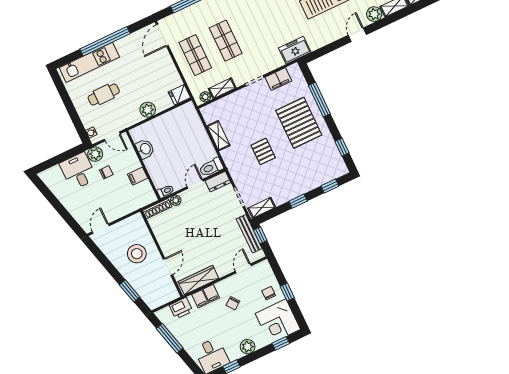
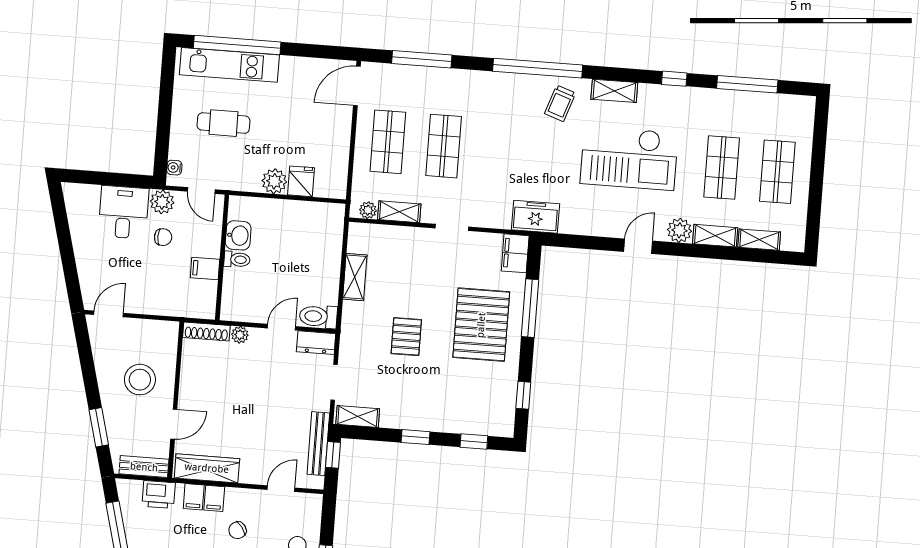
window: (105, 41) -> (237, 45), moved
filing cabinet: (278, 79) -> (515, 253), moved, turned 90
fridge: (179, 95) -> (301, 181), moved, turned 90
toilet: (166, 191) -> (237, 259), moved
bench: (165, 298) -> (144, 467), added

